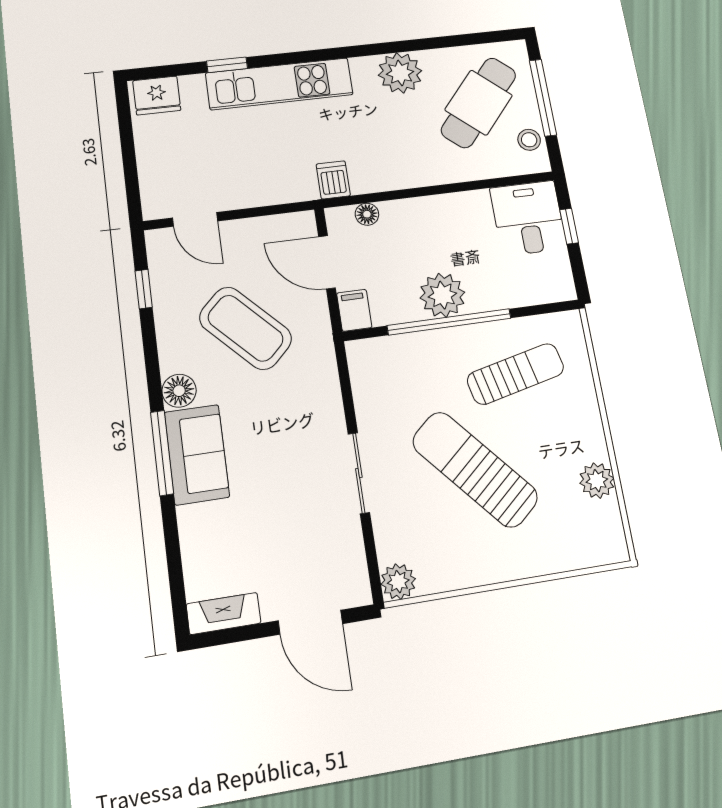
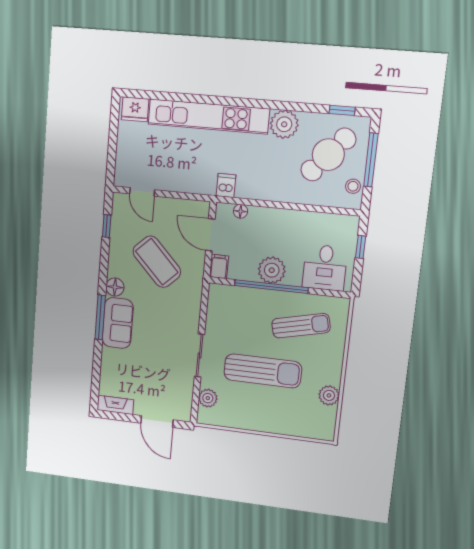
window: (227, 65) -> (342, 110), moved
kitchen unit: (279, 84) -> (208, 116), width x1.36
desk: (528, 218) -> (325, 268), moved, turned 180
sun lounger: (475, 469) -> (263, 371), turned 131
plant: (398, 582) -> (208, 398), moved

